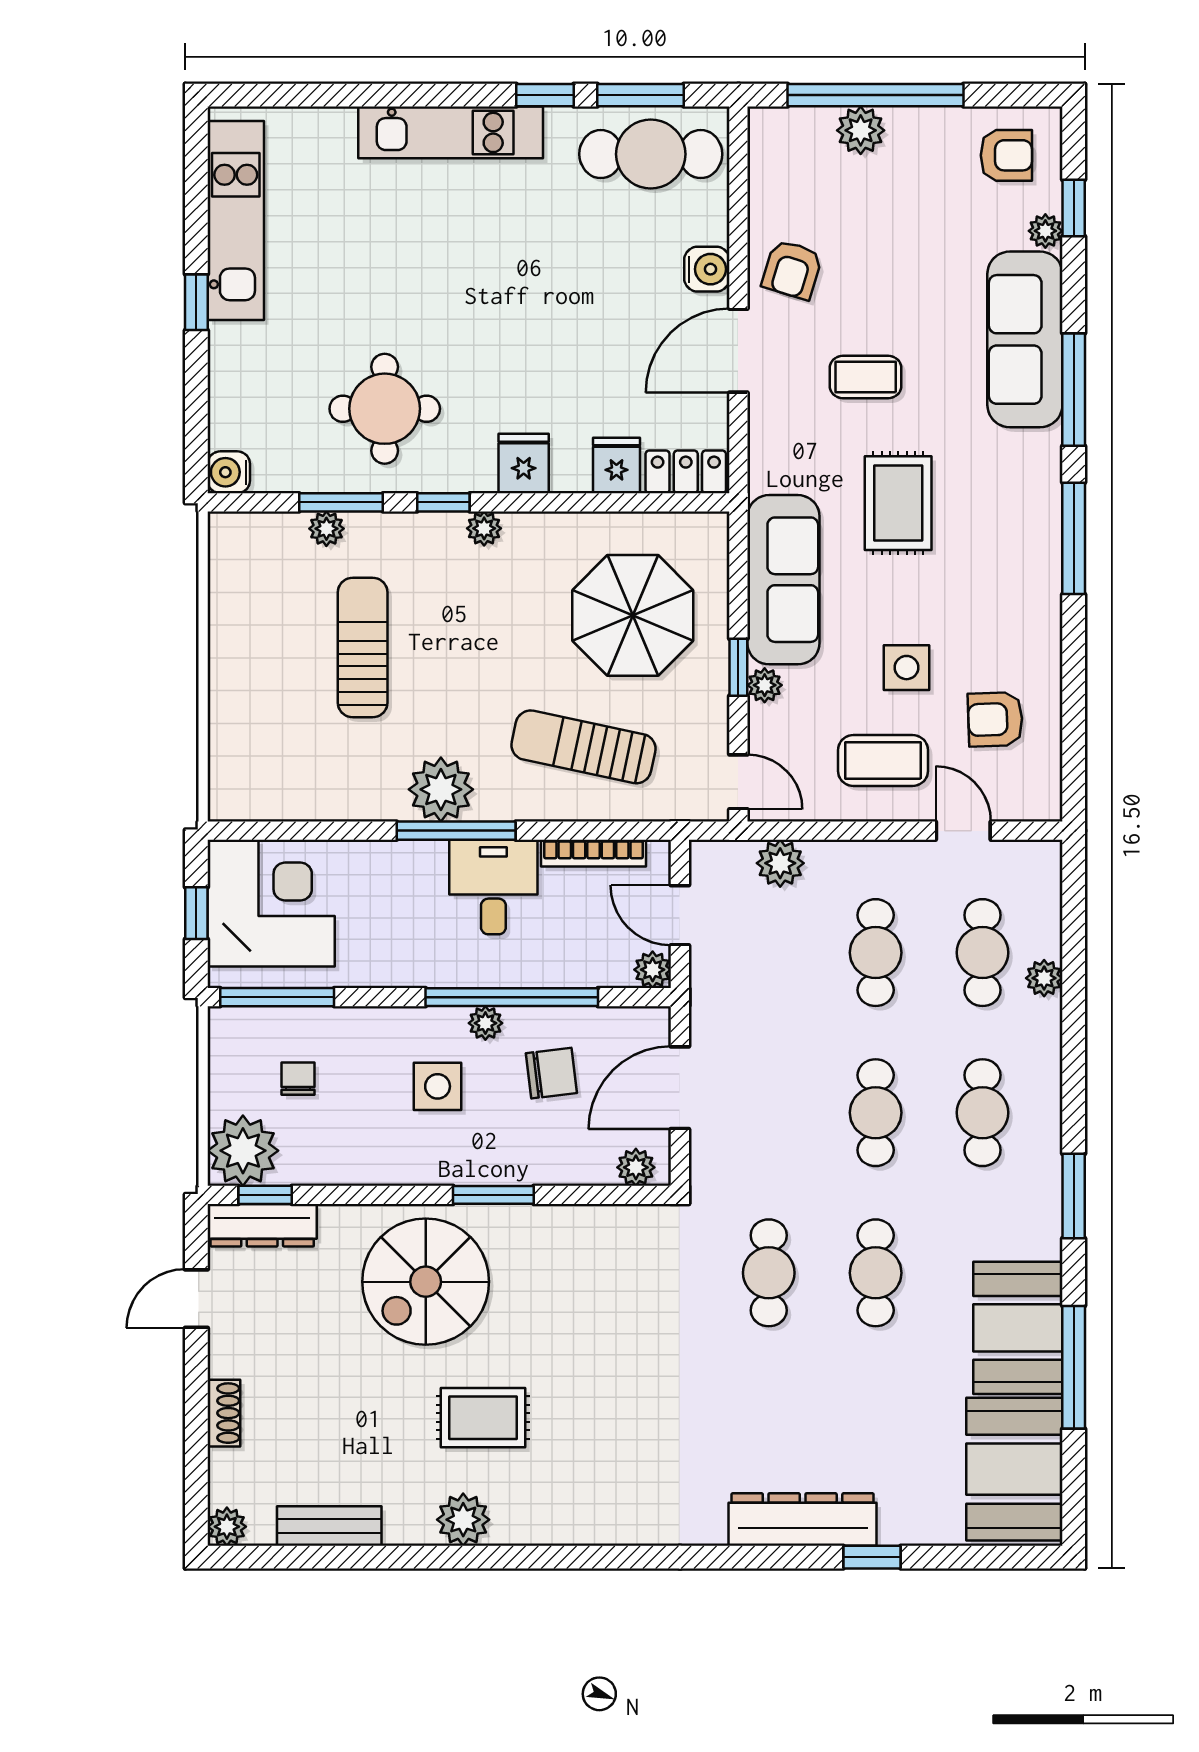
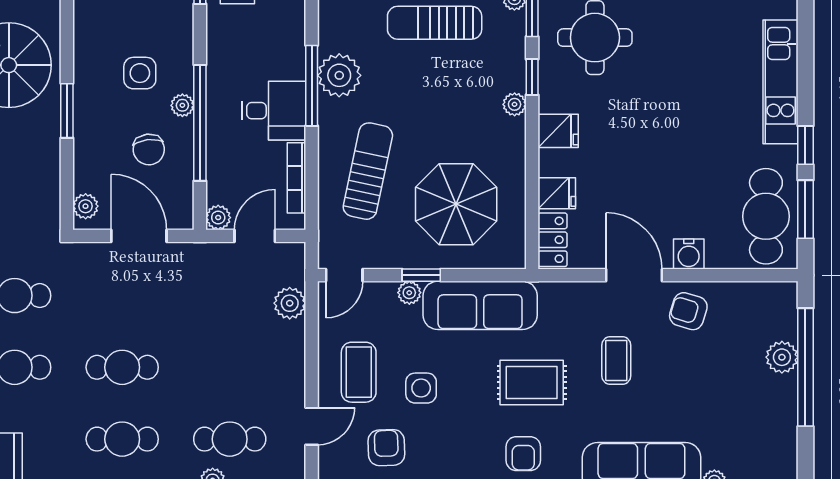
armchair: (1006, 155) -> (523, 454), moved
sun lounger: (363, 648) -> (435, 23), turned 180
cafe table: (876, 953) -> (230, 367), removed

